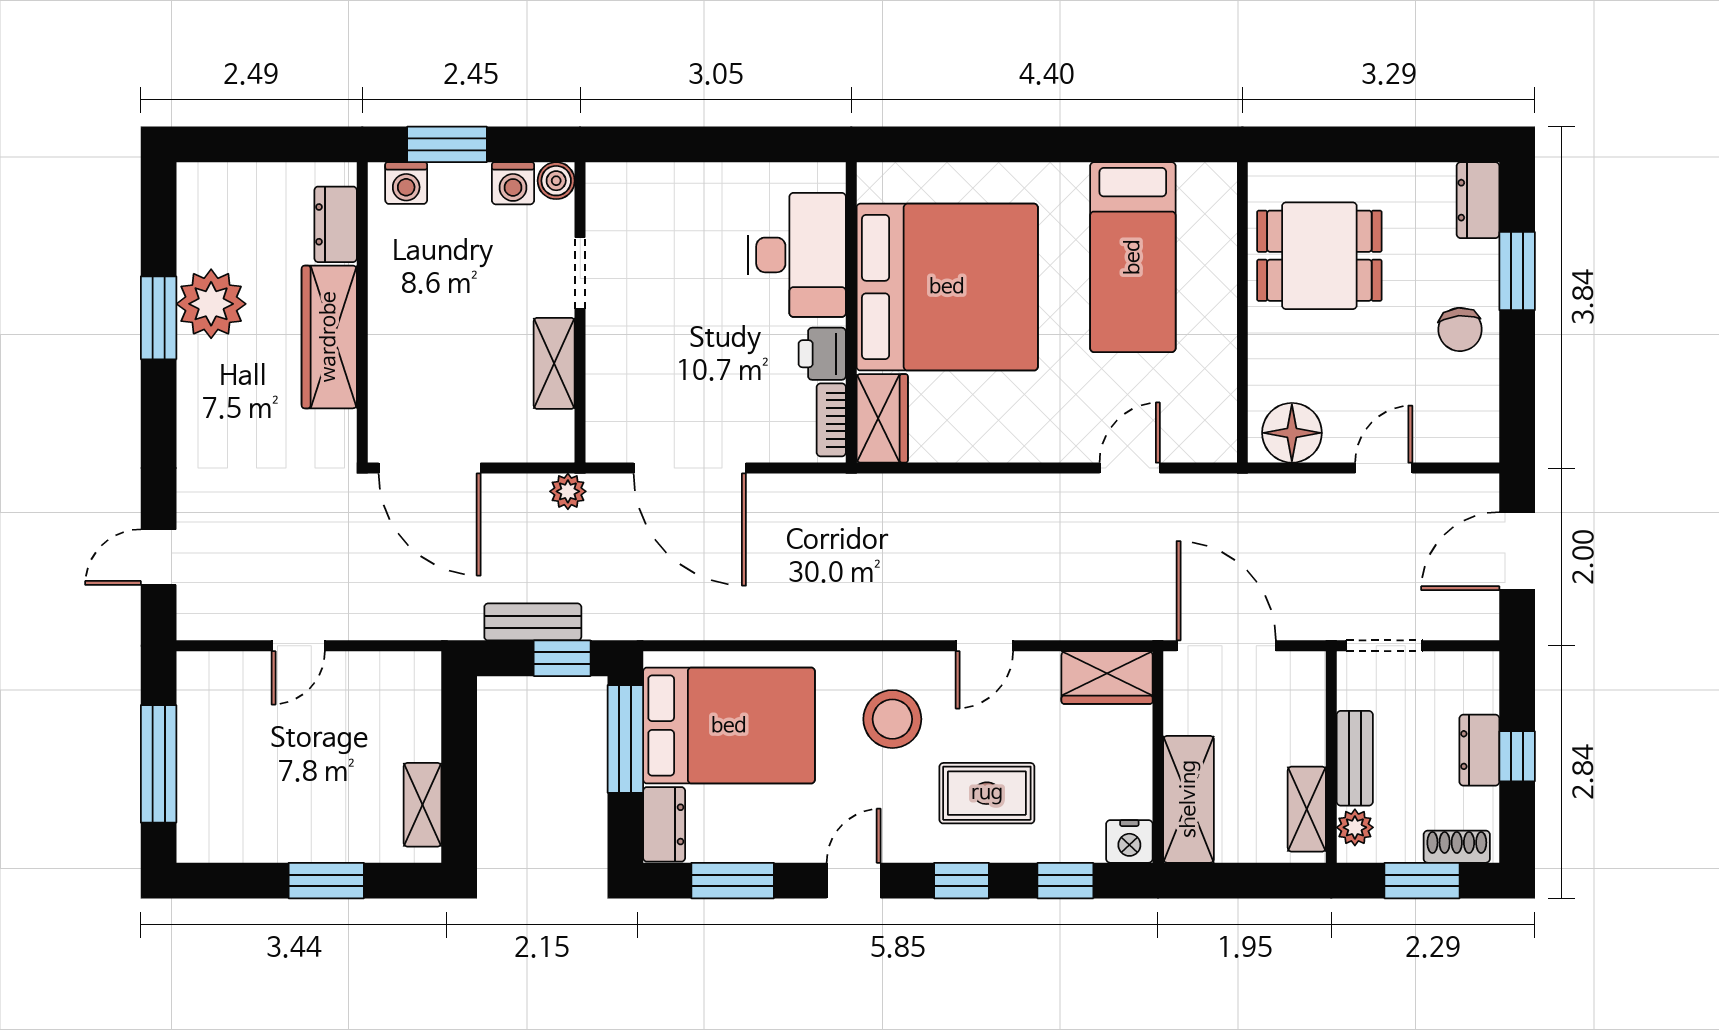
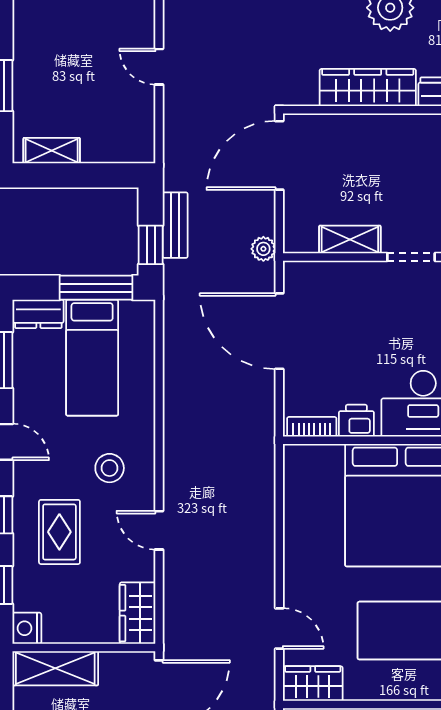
wardrobe: (882, 418) -> (313, 684), moved, turned 180
door: (690, 468) -> (279, 331), hinge flipped
stool: (892, 719) -> (110, 468), width x0.73, depth x0.73
bed: (729, 726) -> (92, 358), width x0.67

